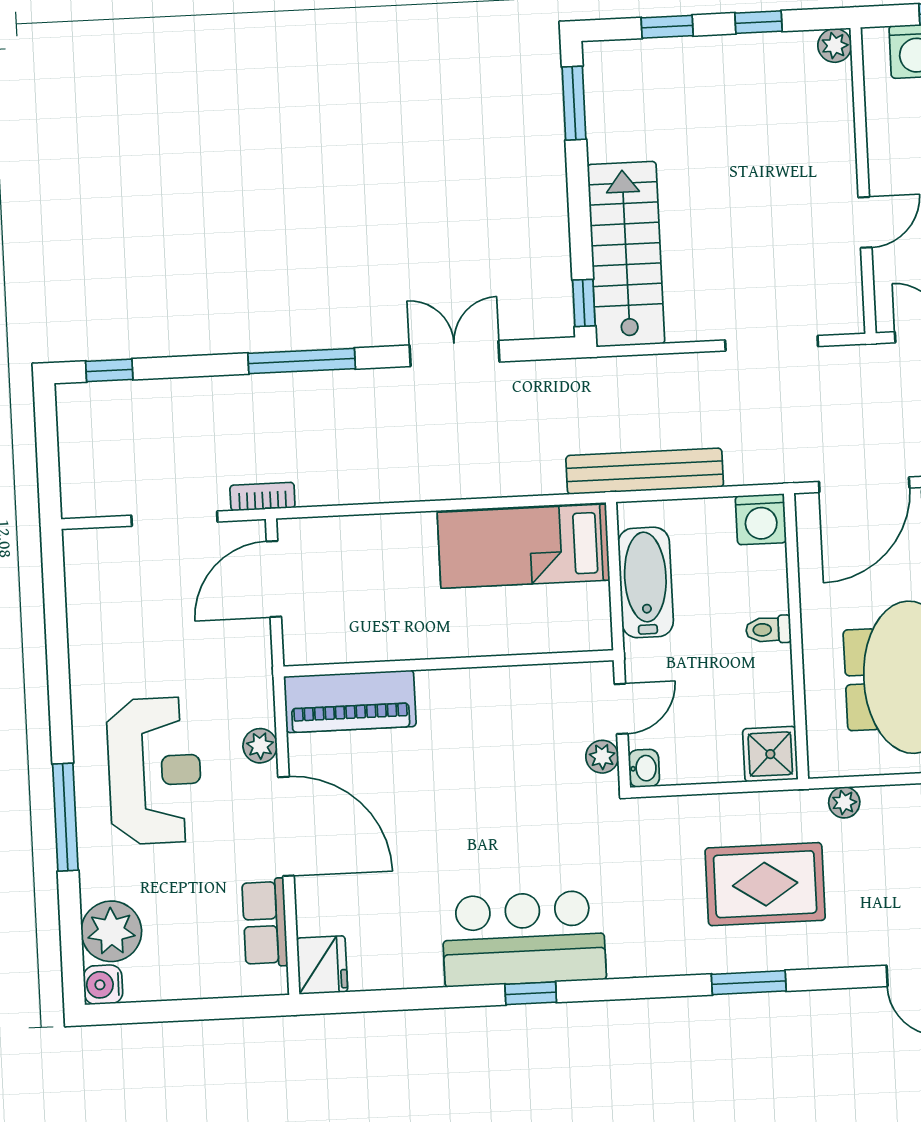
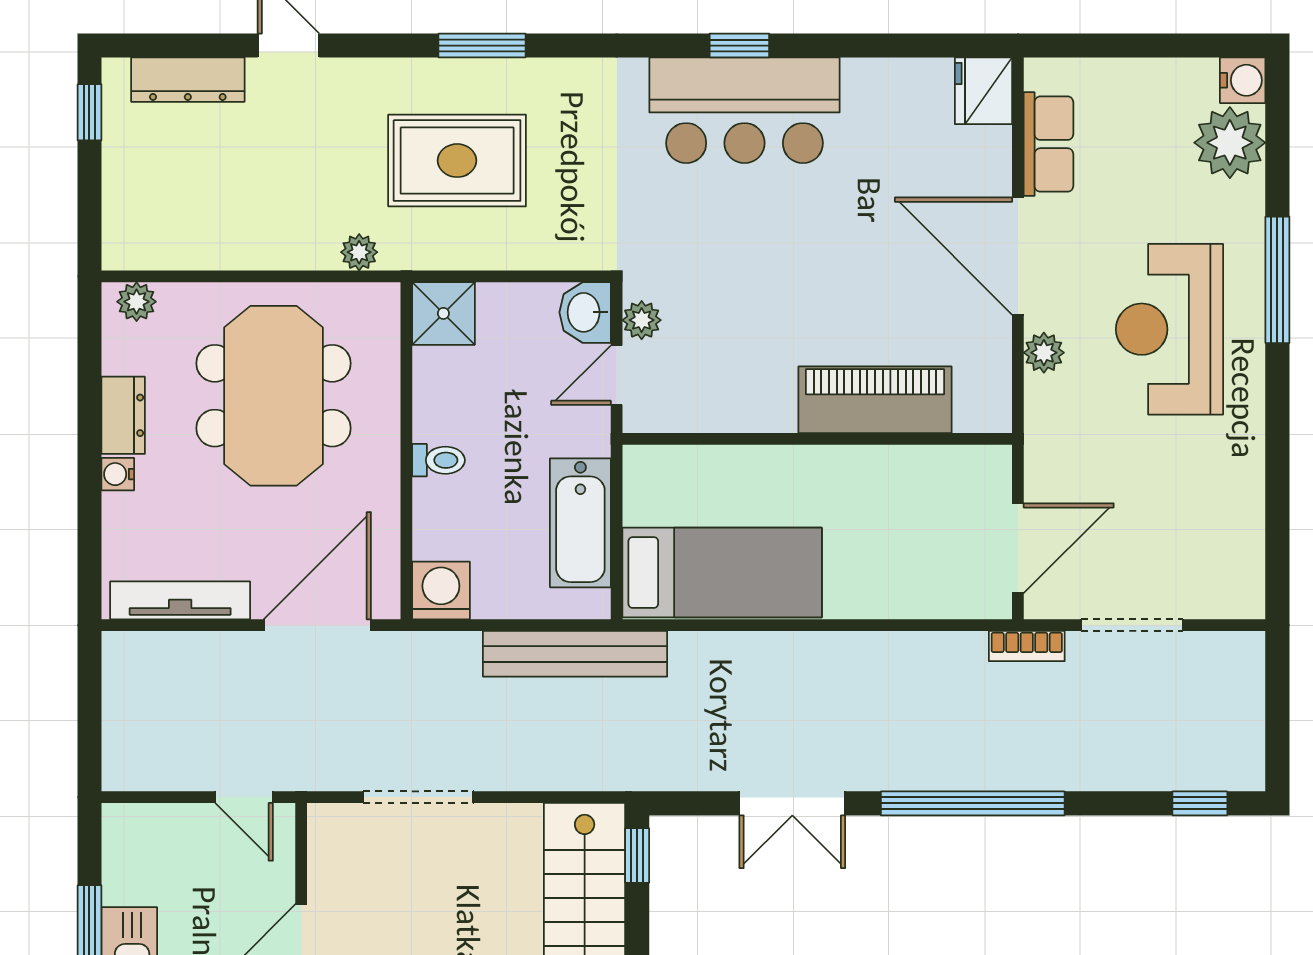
window: (302, 361) -> (973, 803), width x1.46
piano: (350, 701) -> (875, 400), moved
washbasin: (644, 768) -> (585, 312), width x1.38, depth x1.45

